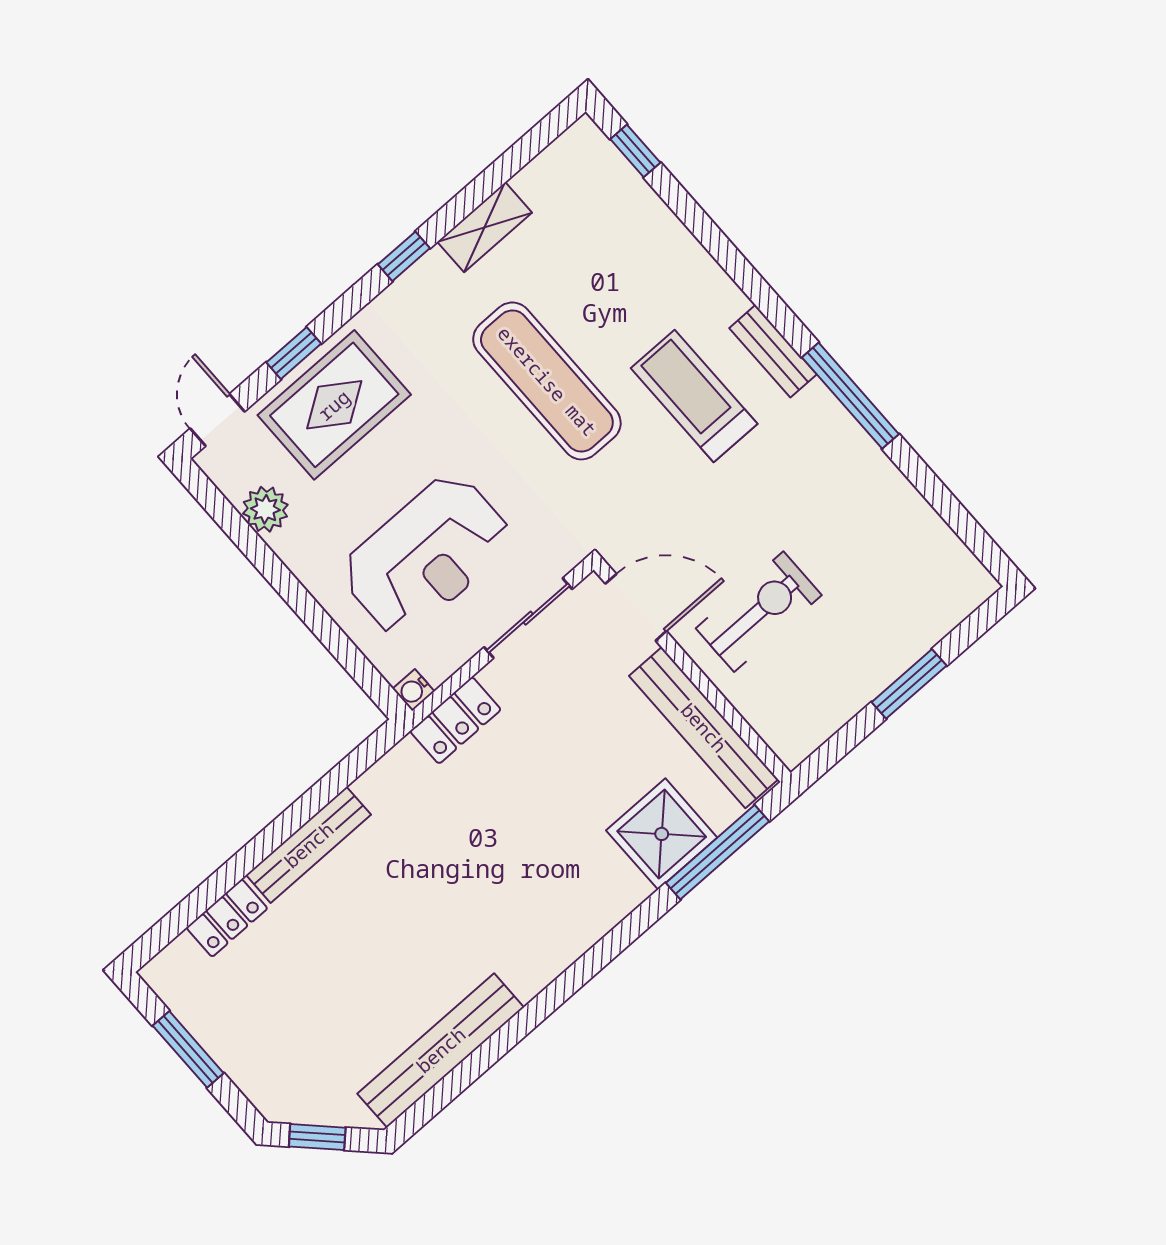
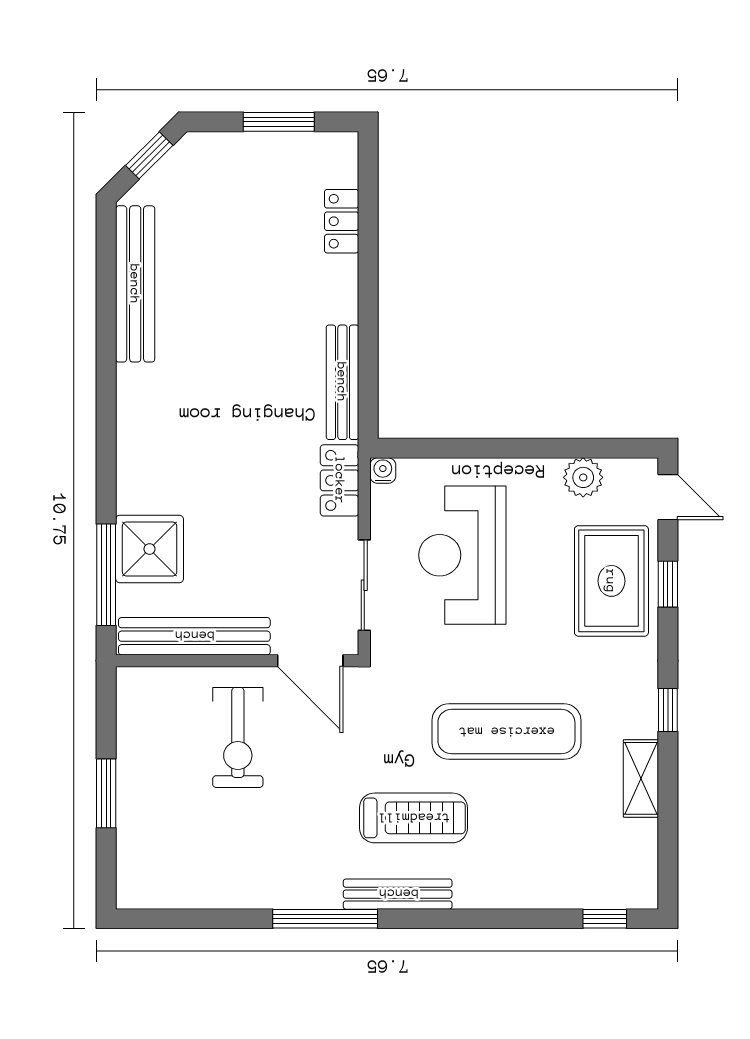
bench: (773, 351) -> (398, 894), width x1.36
door: (636, 607) -> (310, 661), hinge flipped
bench: (309, 845) -> (342, 382), moved

